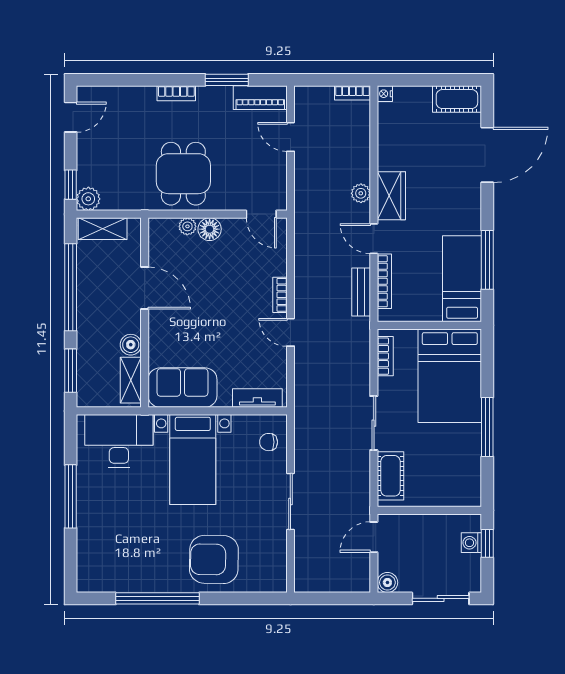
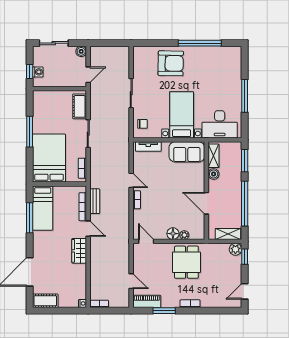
plant: (361, 193) -> (95, 252), removed

